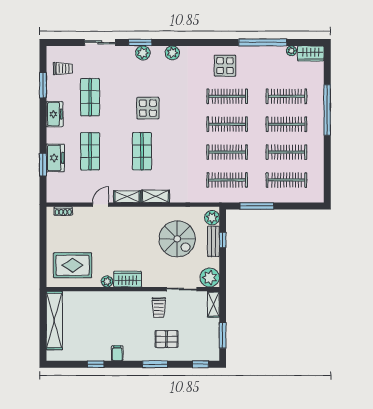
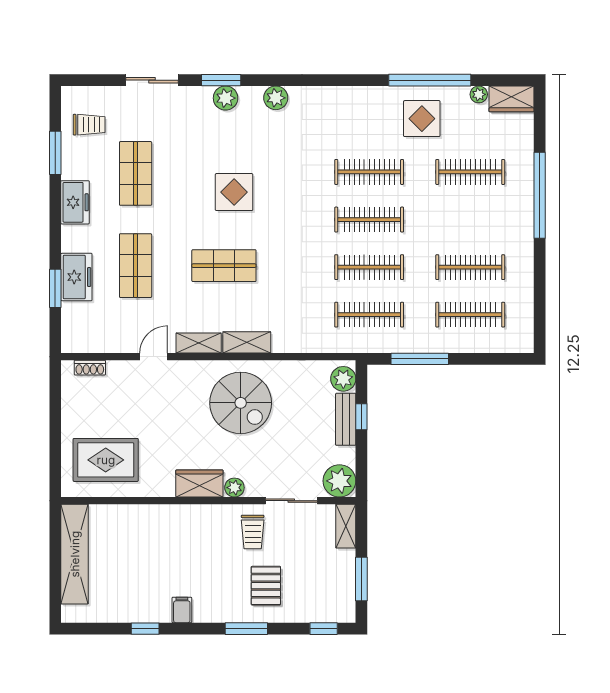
display table: (225, 66) -> (422, 119), moved
clothes rail: (286, 124) -> (470, 220), removed
shop shelf: (142, 151) -> (224, 266), turned 90
spiral stairs: (177, 239) -> (241, 403), moved
plant: (107, 281) -> (234, 488), moved
pallet: (167, 339) -> (266, 586), turned 90

